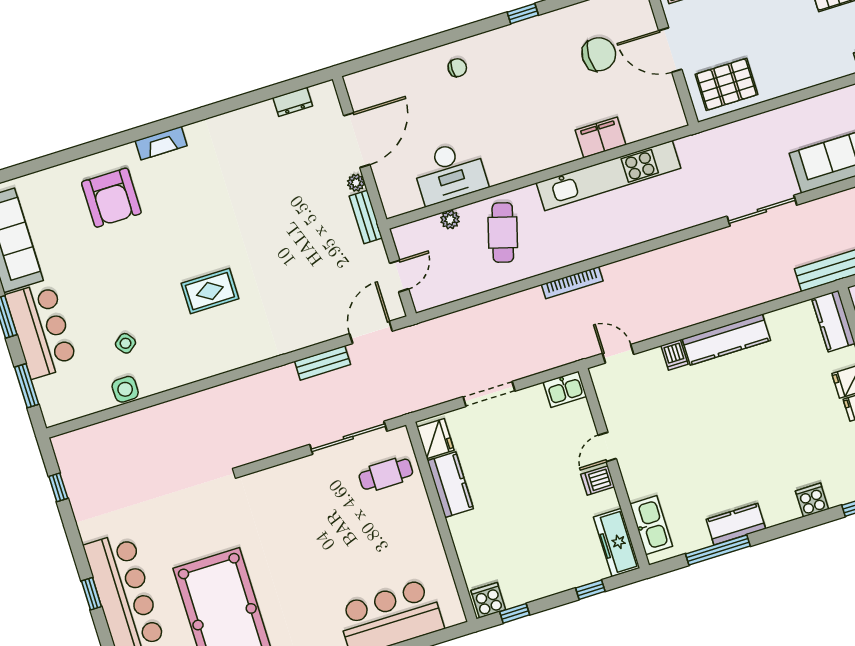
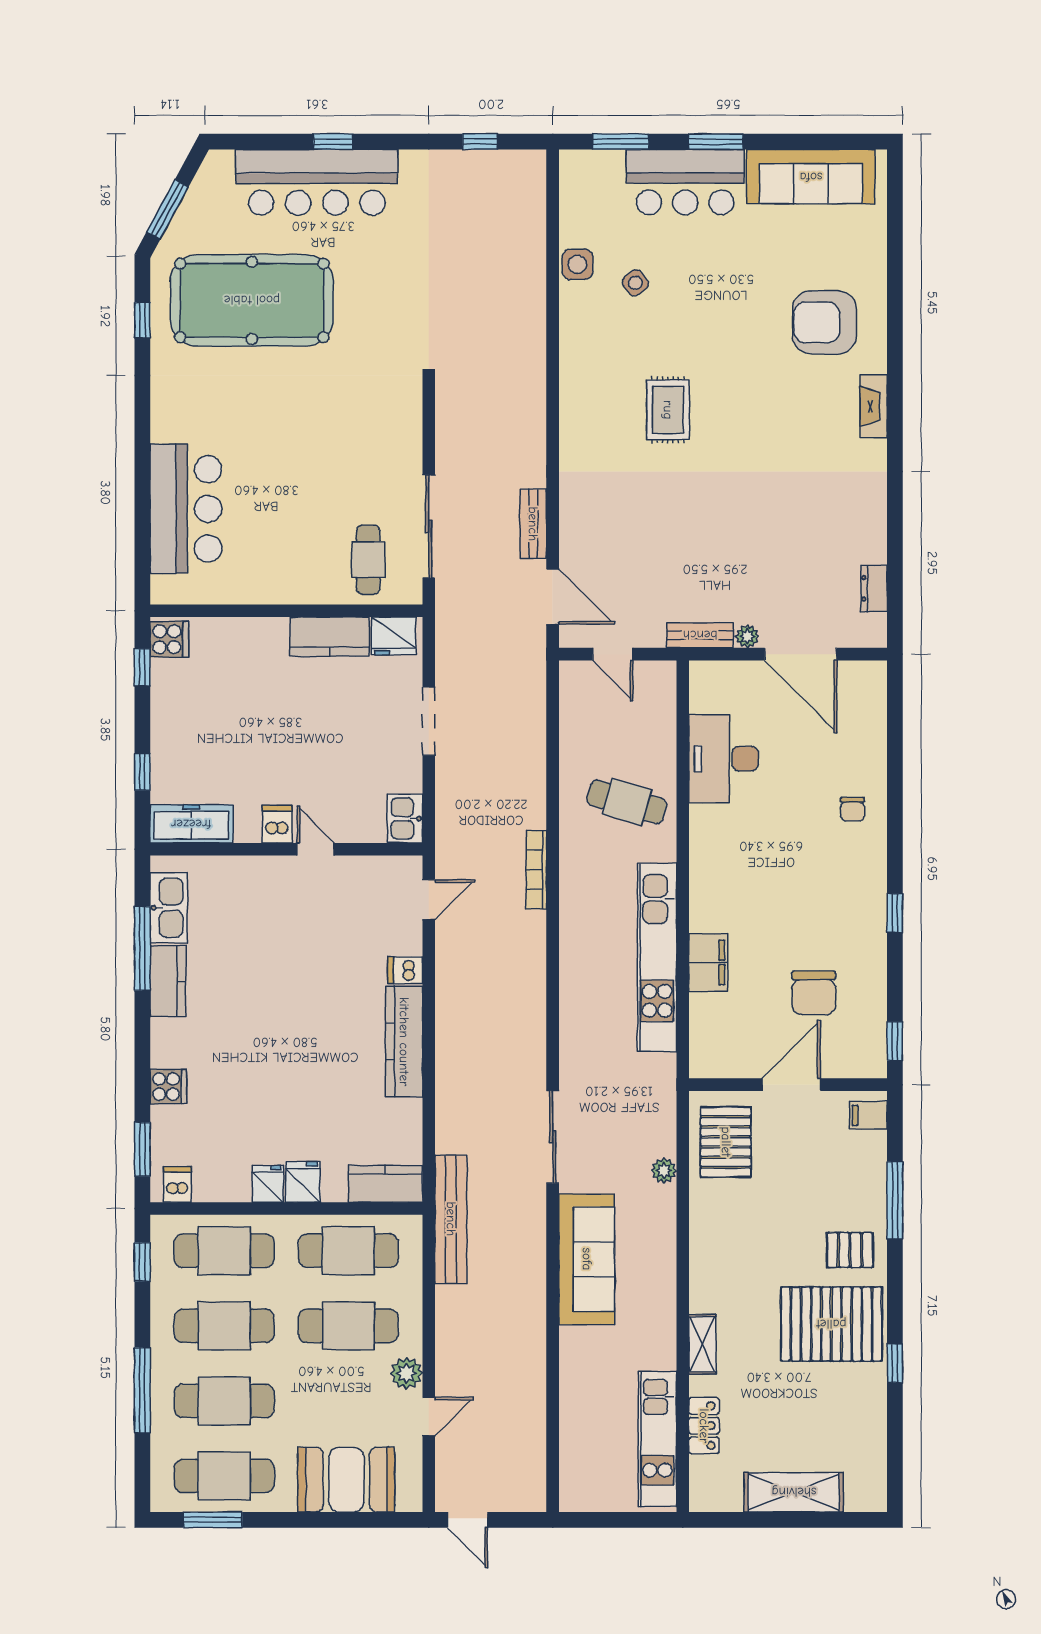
plant: (450, 220) -> (664, 1171), moved
kitchen sink: (651, 525) -> (169, 908), moved, turned -90

